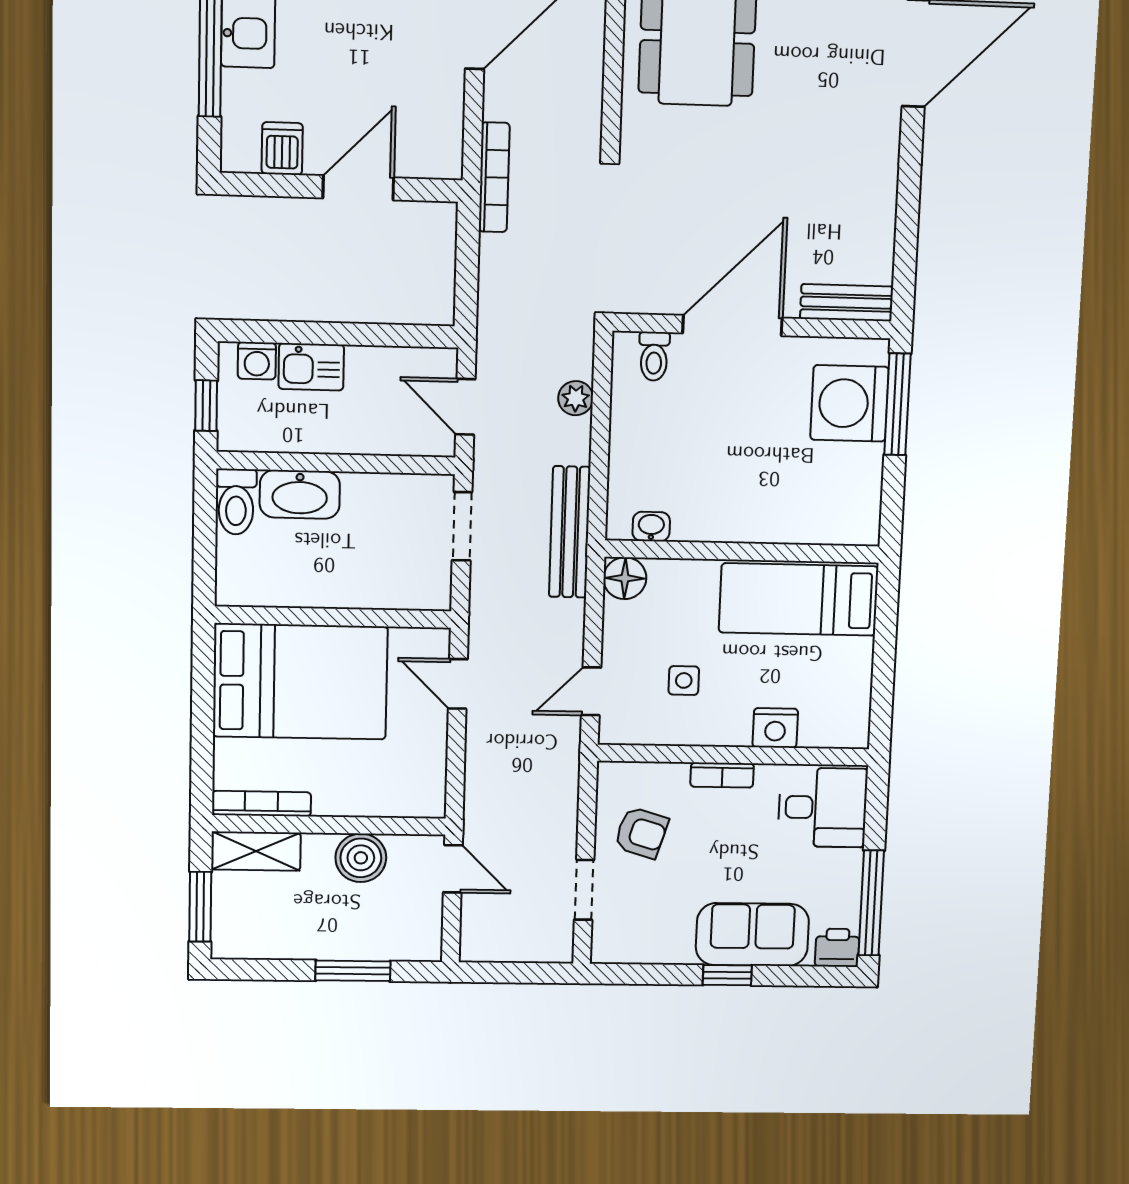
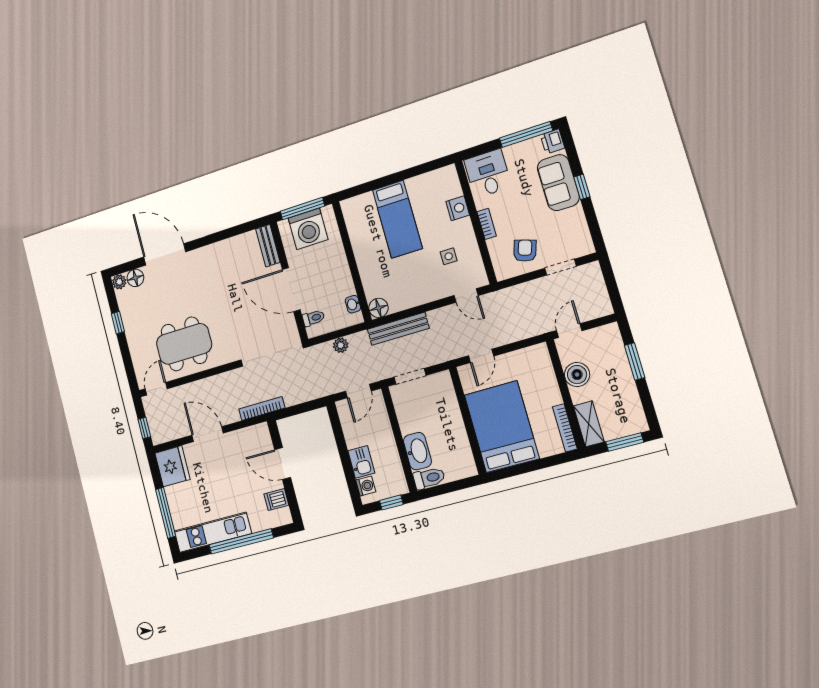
washbasin: (651, 527) -> (353, 304), moved
wall: (742, 552) -> (352, 261), moved
floor lamp: (625, 578) -> (378, 308), moved

